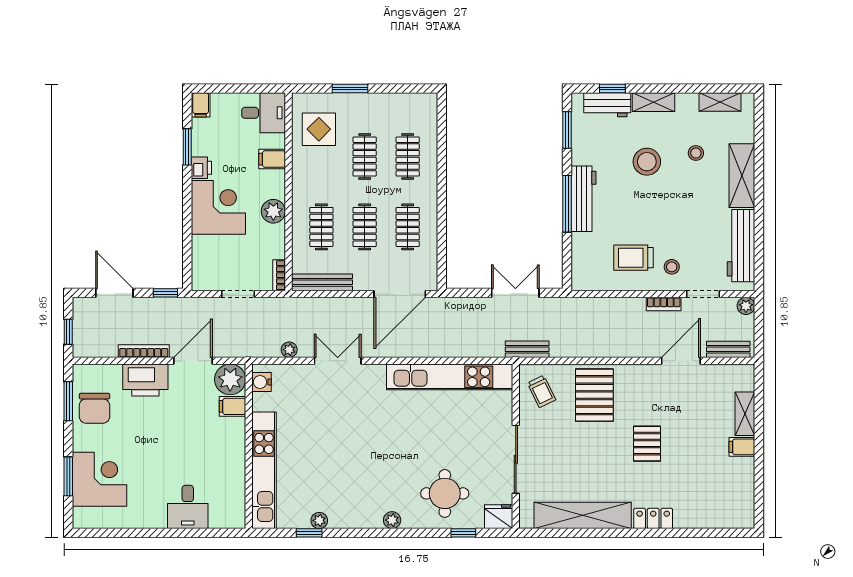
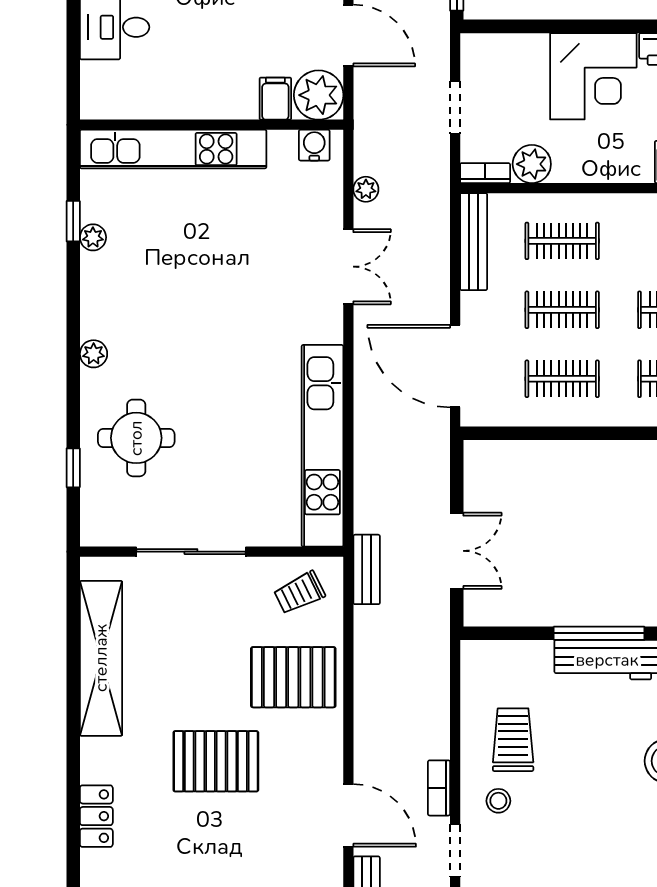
plant: (273, 211) -> (532, 164), moved
pallet: (647, 444) -> (216, 761), width x1.50, depth x1.42
fridge: (499, 517) -> (99, 524), removed
locker: (653, 518) -> (96, 816), moved

